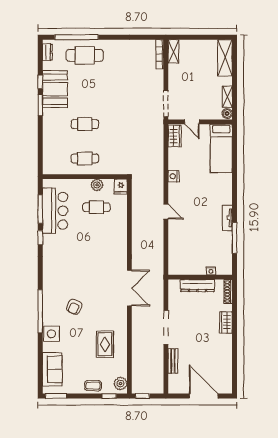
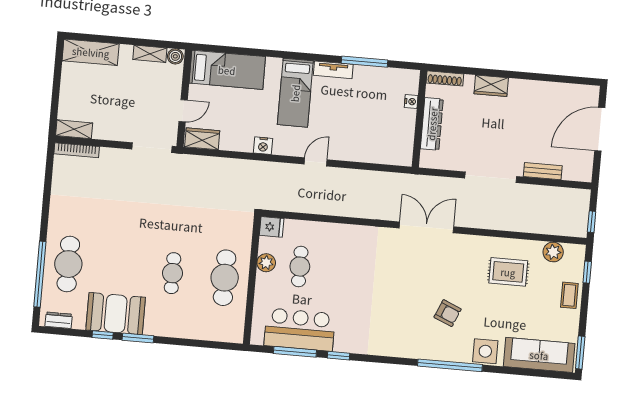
cafe table: (85, 159) -> (225, 278), width x1.37, depth x1.35
bed: (210, 194) -> (295, 93), added
sofa: (52, 369) -> (539, 355), width x1.36
plant: (120, 384) -> (553, 252), moved

